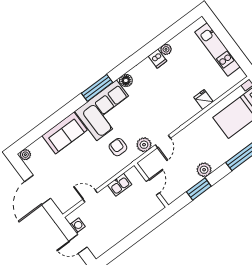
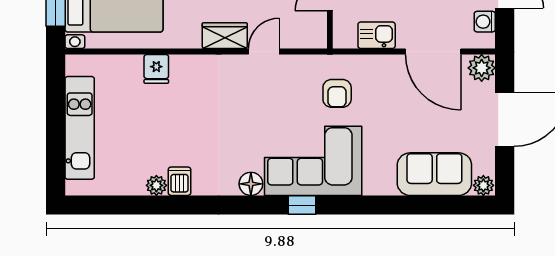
window: (97, 88) -> (302, 205), width x0.46
sofa: (65, 133) -> (434, 174), moved
wardrobe: (185, 136) -> (225, 36), added
plant: (144, 145) -> (482, 68), moved
door: (90, 196) -> (433, 52), width x1.87

